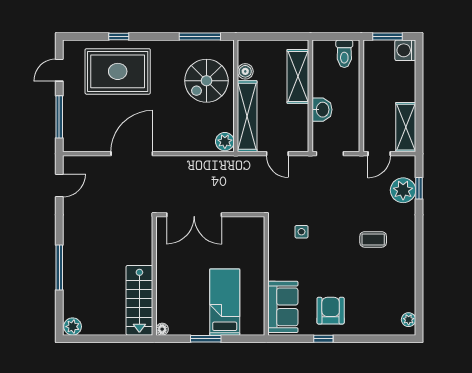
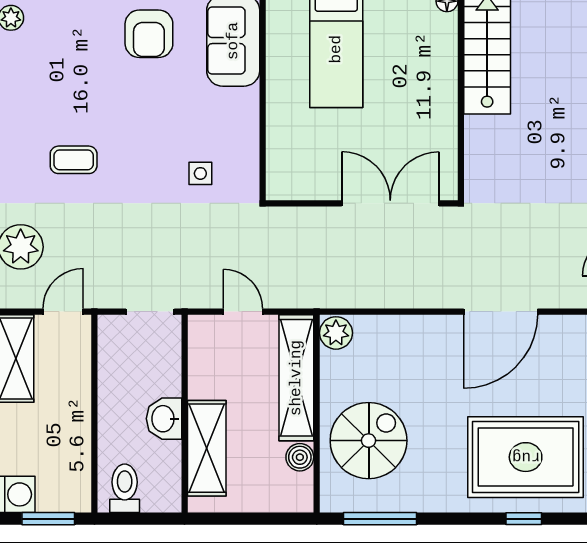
washbasin: (322, 110) -> (164, 419), moved

